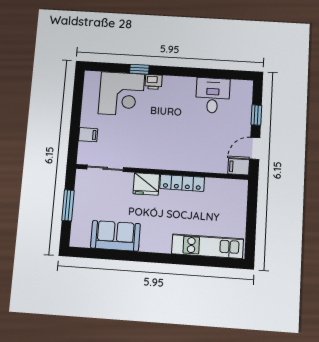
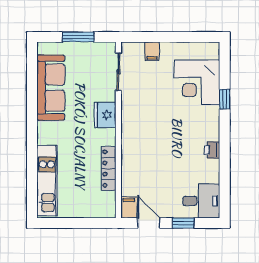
printer: (154, 82) -> (212, 150), moved
desk: (213, 95) -> (201, 201), moved
locker: (182, 183) -> (109, 169), moved
sofa: (115, 236) -> (51, 88), width x1.36

